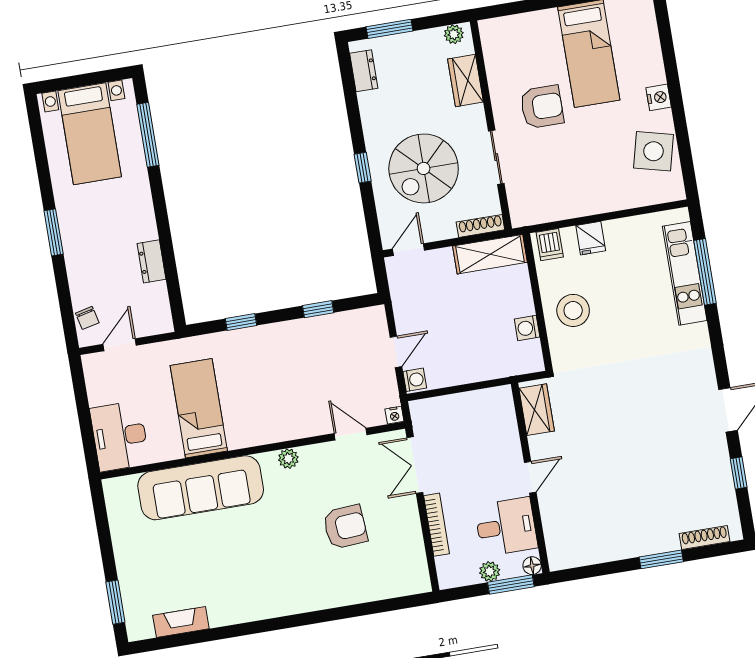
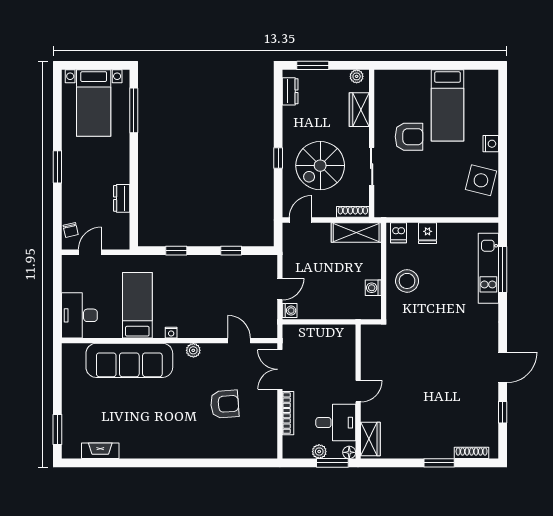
wardrobe: (537, 410) -> (370, 439), moved
nightstand: (394, 415) -> (171, 333), moved

